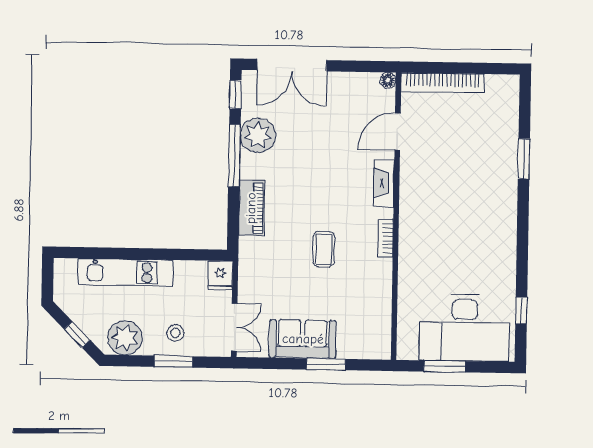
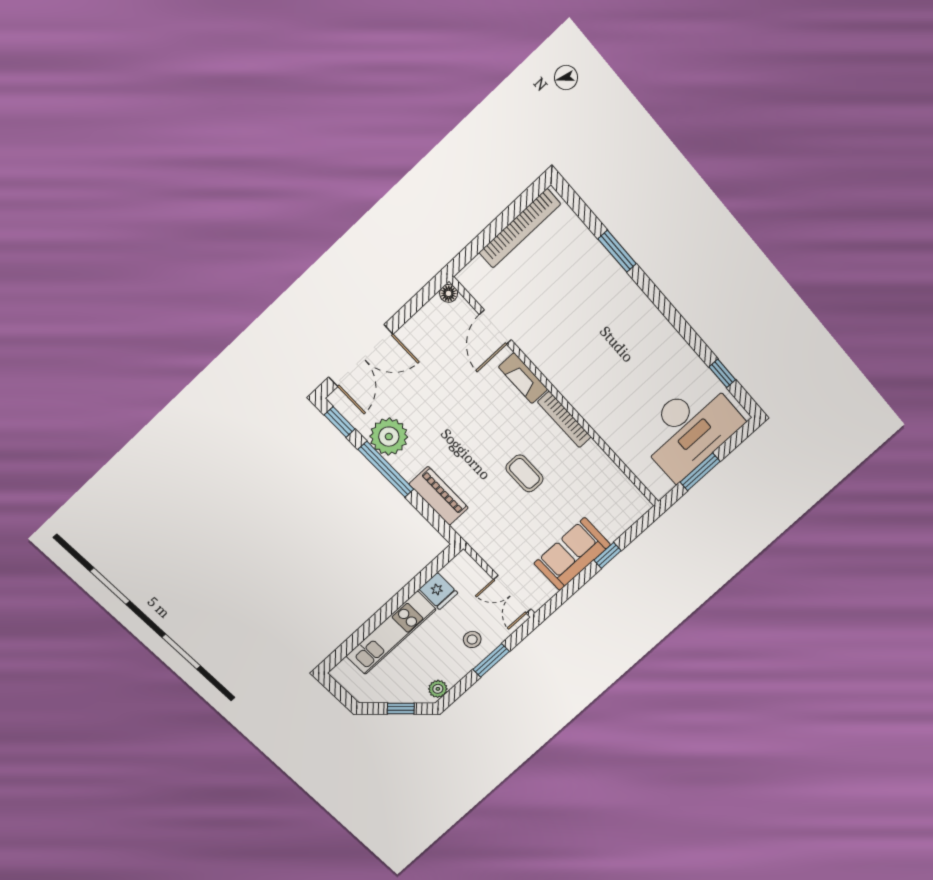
bookcase: (443, 83) -> (520, 228), moved
bookcase: (385, 238) -> (564, 420), width x1.56
fridge: (220, 275) -> (438, 591), moved
double door: (234, 327) -> (512, 594), swing flipped
plant: (125, 338) -> (438, 689), width x0.53, depth x0.53
window: (326, 364) -> (608, 555), width x0.67

